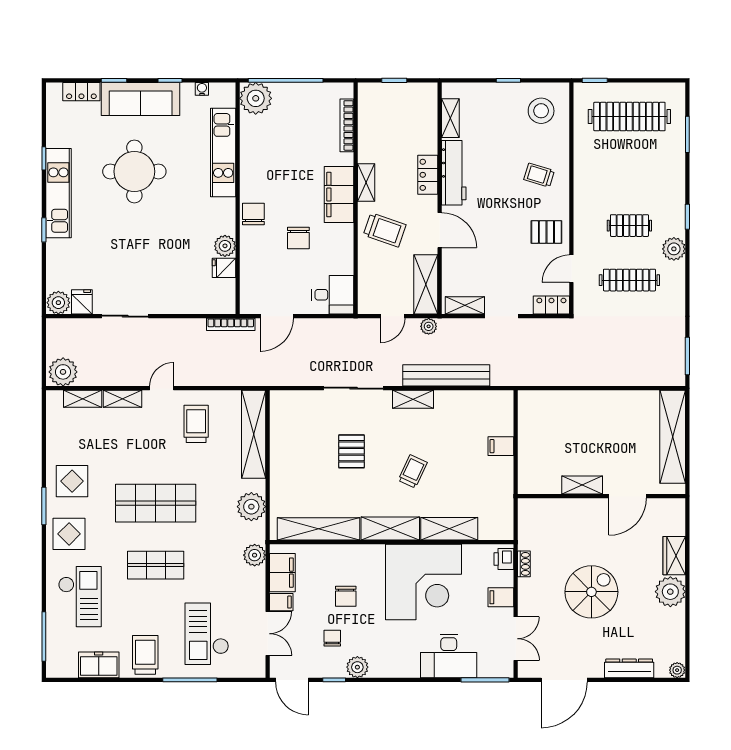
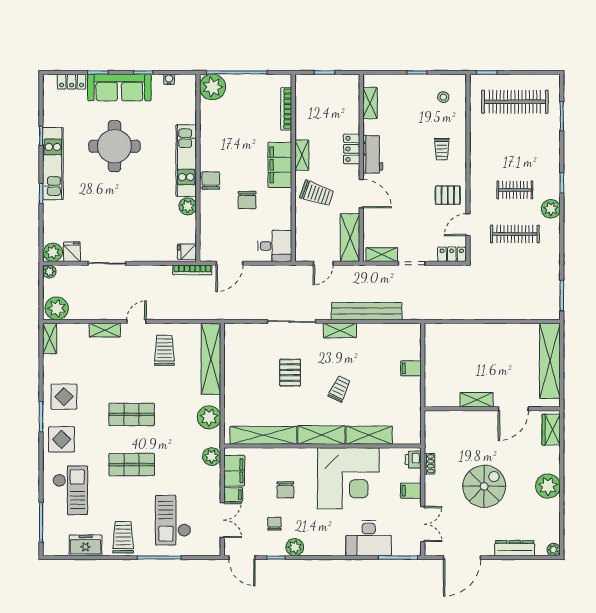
stool: (541, 111) -> (443, 97), width x0.53, depth x0.53
kitchen unit: (223, 152) -> (186, 161), moved
workbench: (454, 173) -> (373, 154), width x0.73
trolley: (539, 175) -> (442, 149), turned -107
fridge: (224, 268) -> (187, 252), moved
plant: (429, 326) -> (49, 271), moved
shelving: (83, 399) -> (50, 338), moved, turned 90
shop shelf: (156, 503) -> (132, 414), width x0.70, depth x0.74
wardrobe: (674, 556) -> (551, 430), moved

